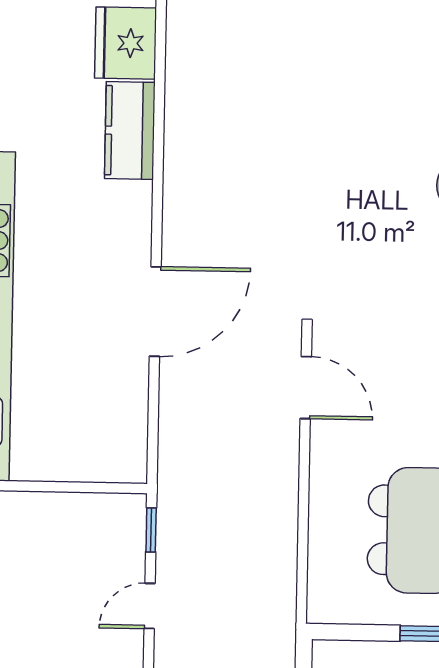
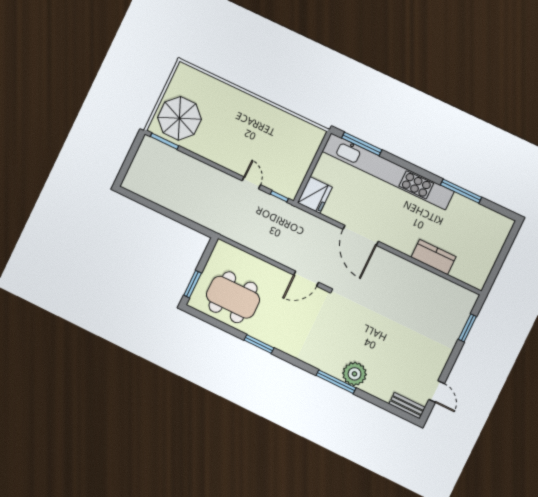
fridge: (126, 43) -> (315, 195), moved, turned 90

